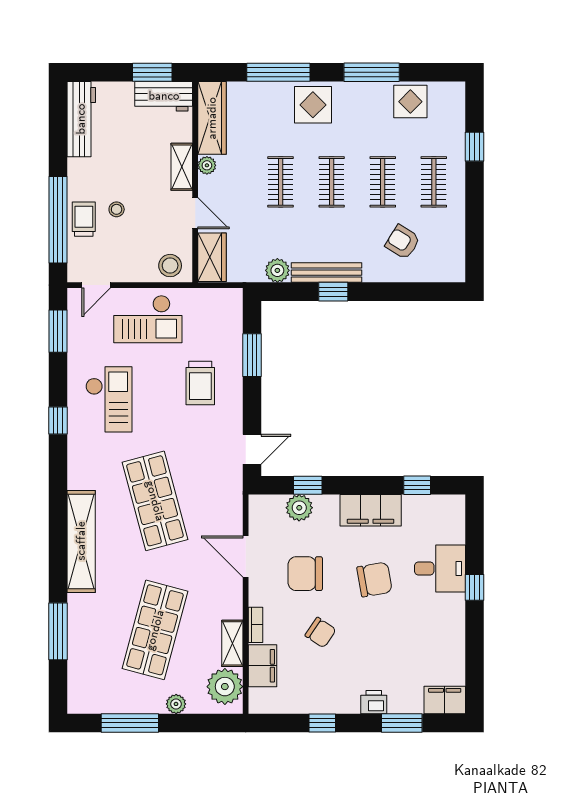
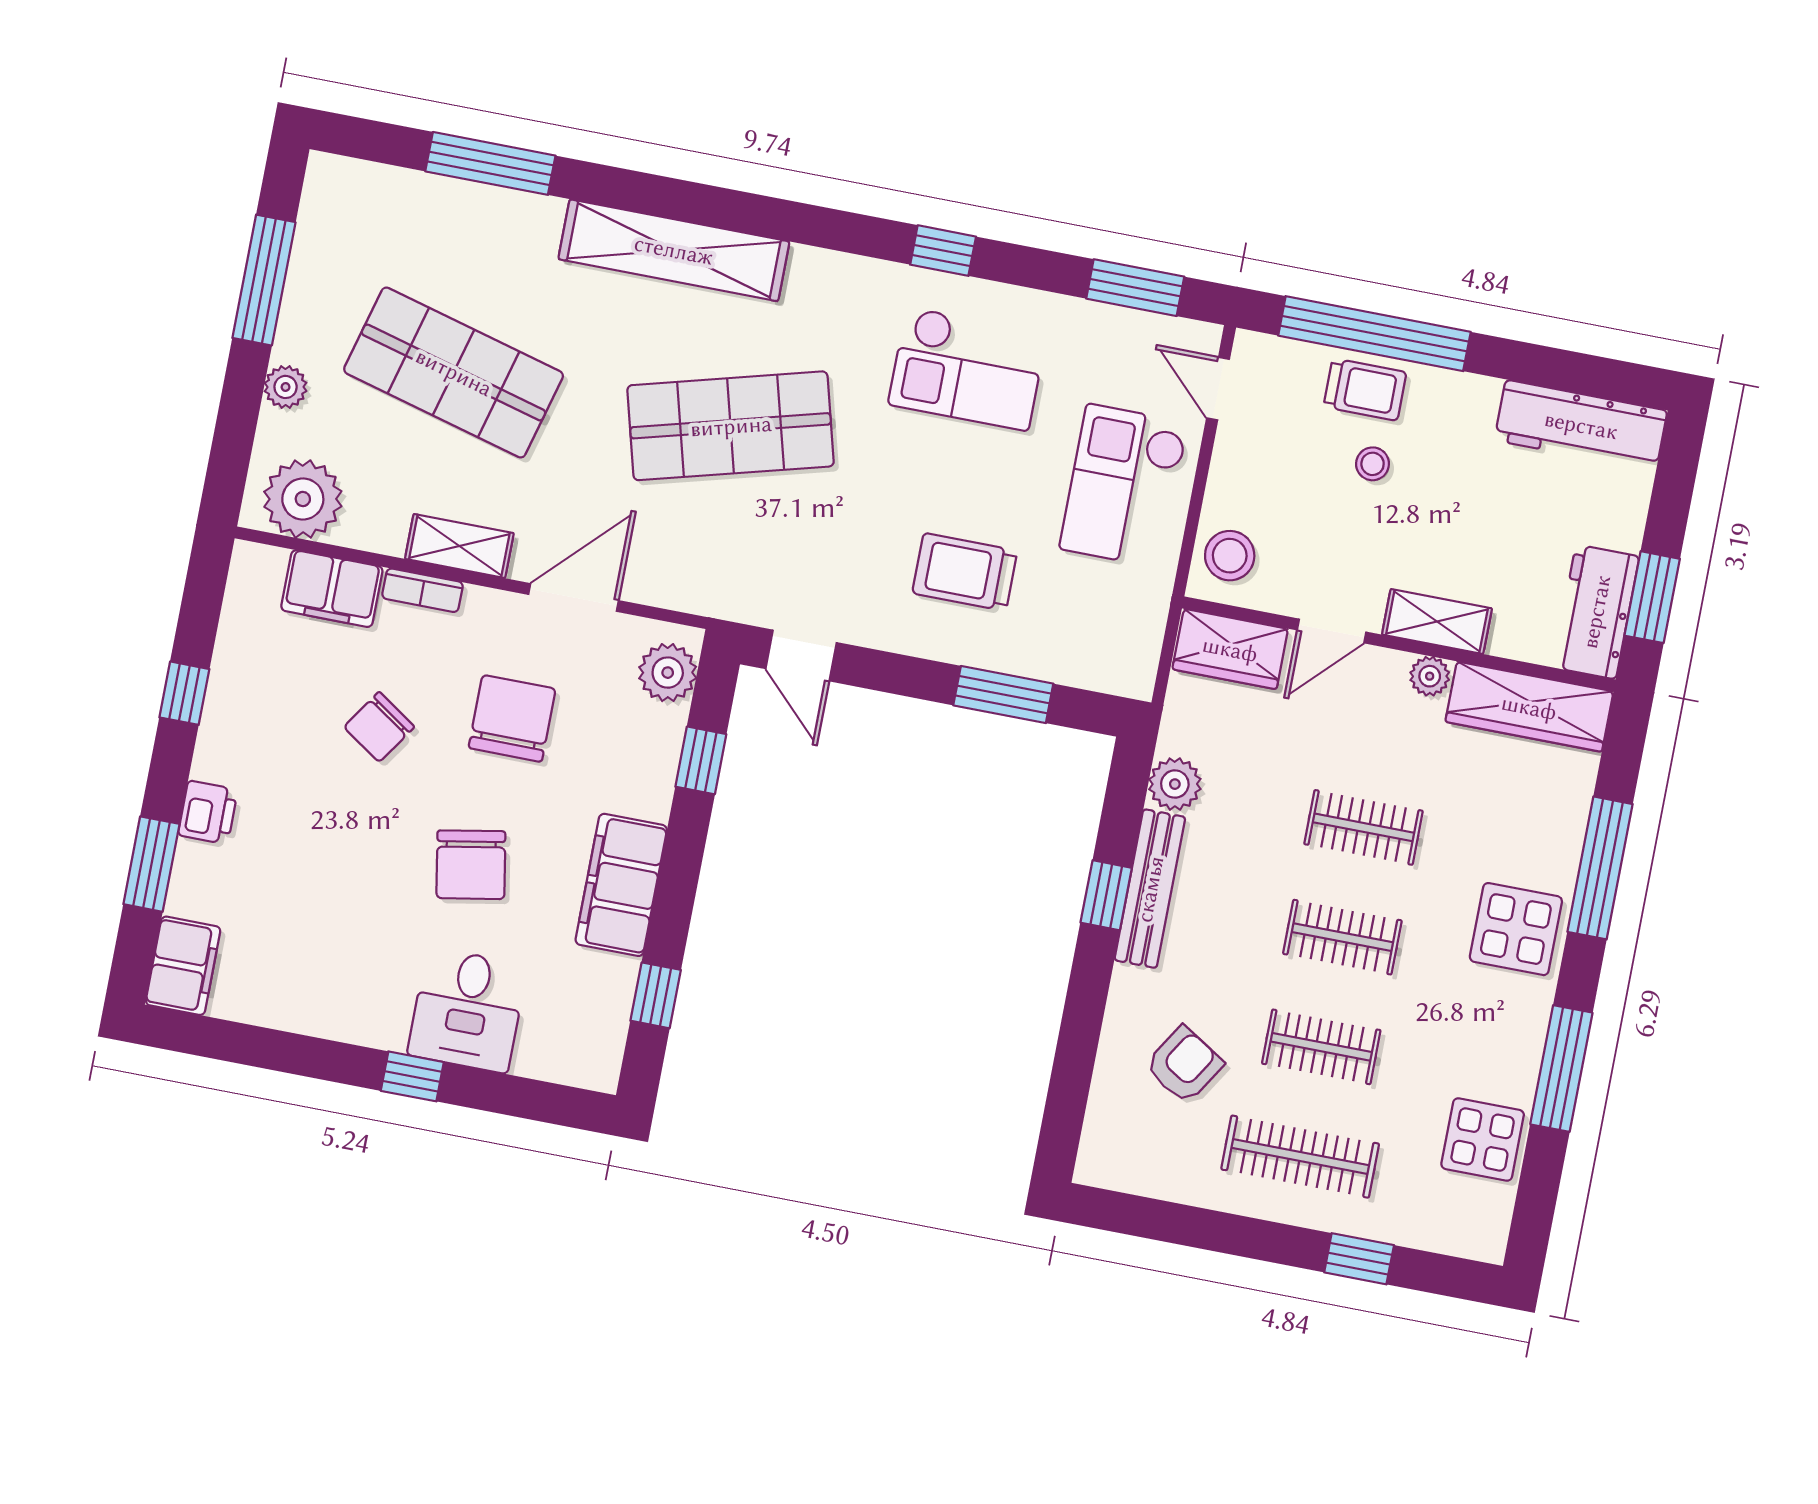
clothes rail: (434, 182) -> (1300, 1157), width x1.36
plant: (299, 508) -> (668, 673), moved
shelving: (232, 643) -> (459, 546), moved

